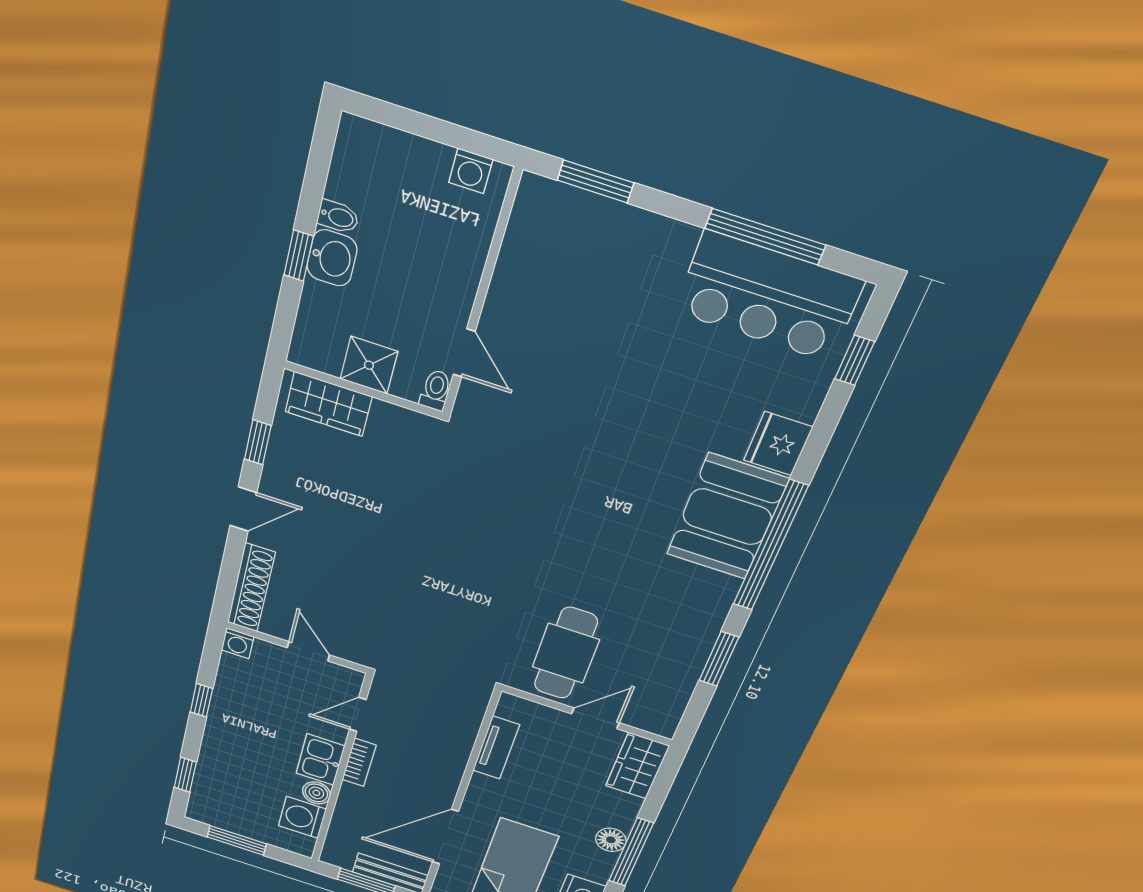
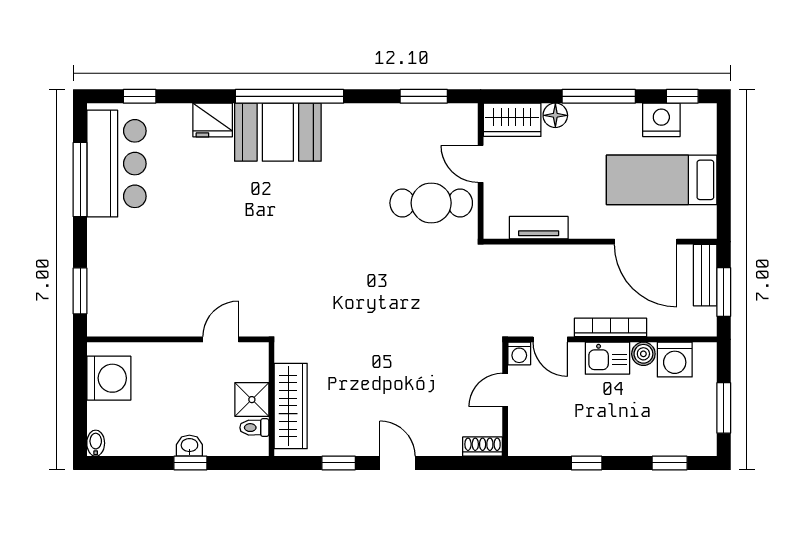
washing machine: (471, 171) -> (109, 378), width x1.89, depth x1.89
bidet: (338, 217) -> (96, 443), moved
washbasin: (332, 258) -> (189, 446), width x0.72, depth x0.69
toilet: (436, 390) -> (254, 428), moved
wardrobe: (329, 404) -> (291, 406), width x1.50
shoe rack: (251, 588) -> (483, 447), width x0.51, depth x0.81
washing machine: (238, 643) -> (519, 353), moved, turned 90
window: (719, 659) -> (424, 96), moved
bookcase: (359, 762) -> (611, 327), width x1.56
floor lamp: (611, 840) -> (555, 115), moved

